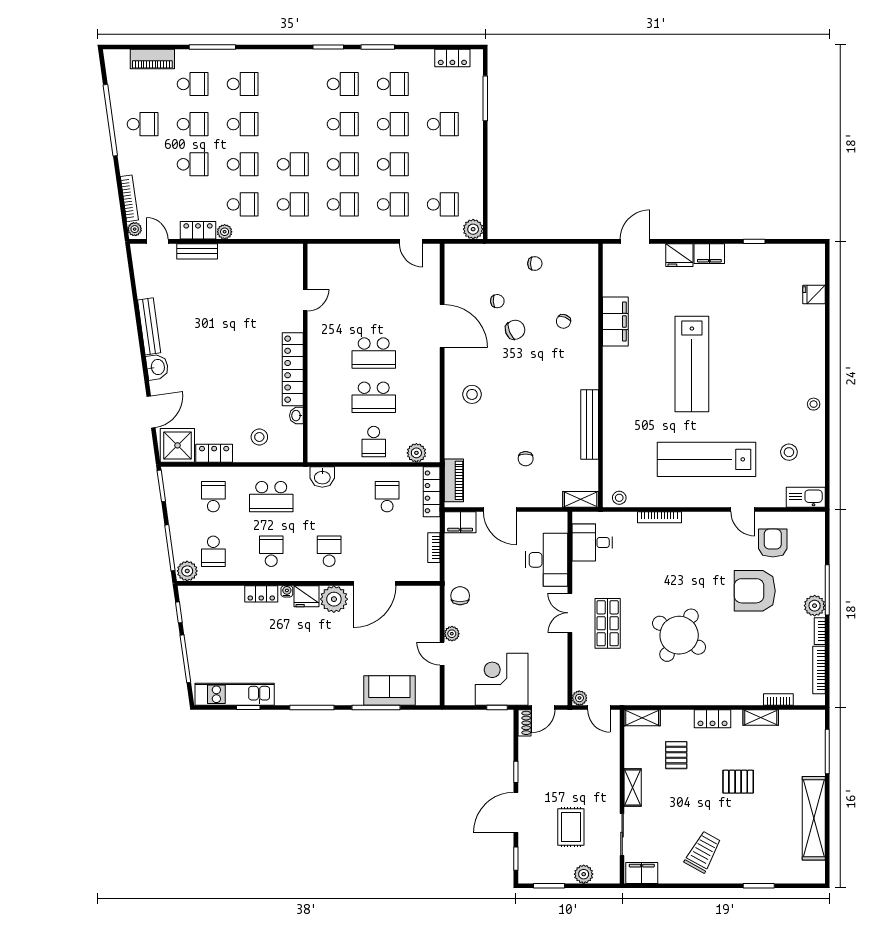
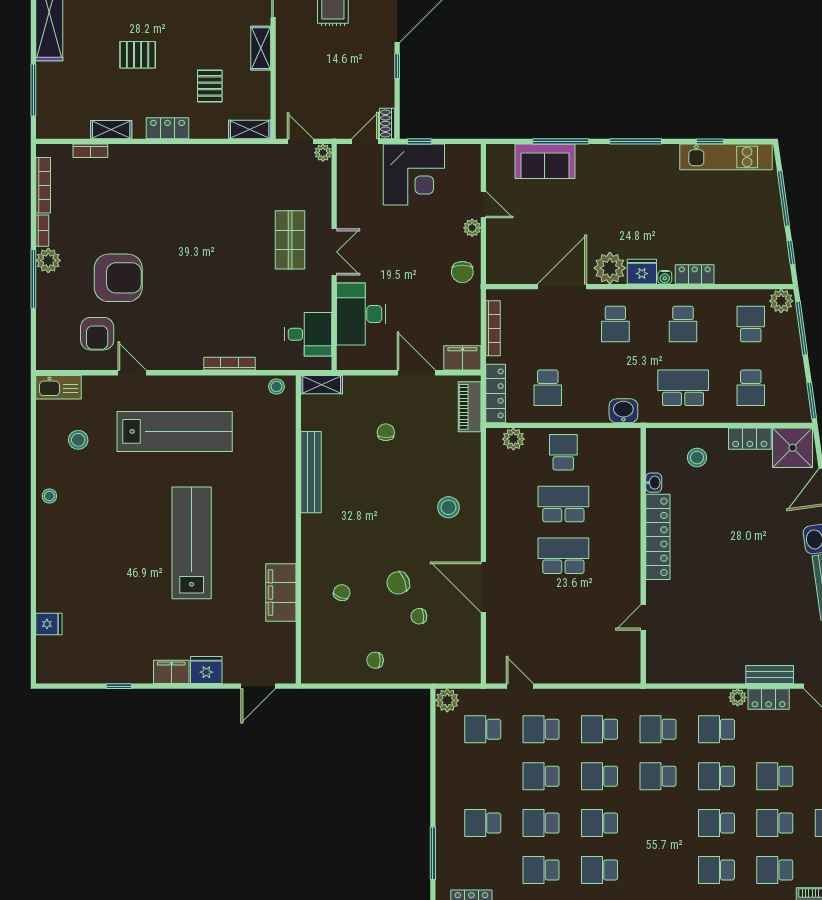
bookcase: (434, 548) -> (493, 328), width x1.56
round table: (679, 635) -> (207, 226), removed

